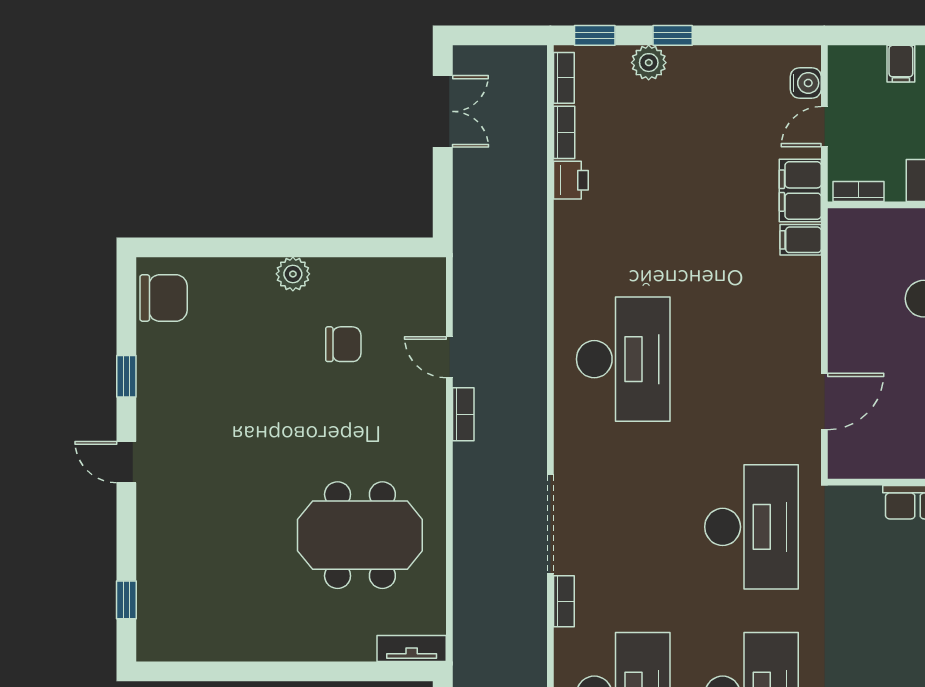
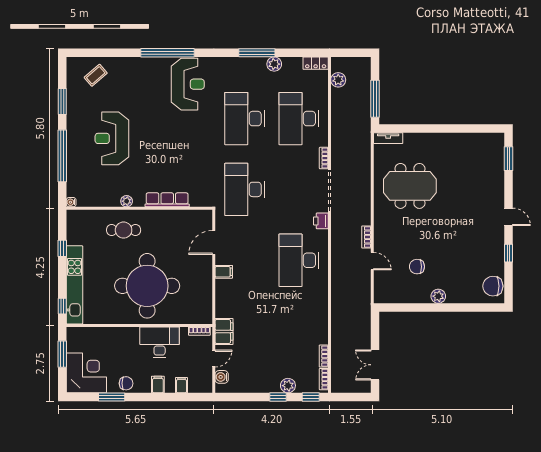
printer: (571, 180) -> (321, 221), moved
filing cabinet: (801, 240) -> (224, 272), moved
window: (126, 600) -> (509, 159), width x1.50

